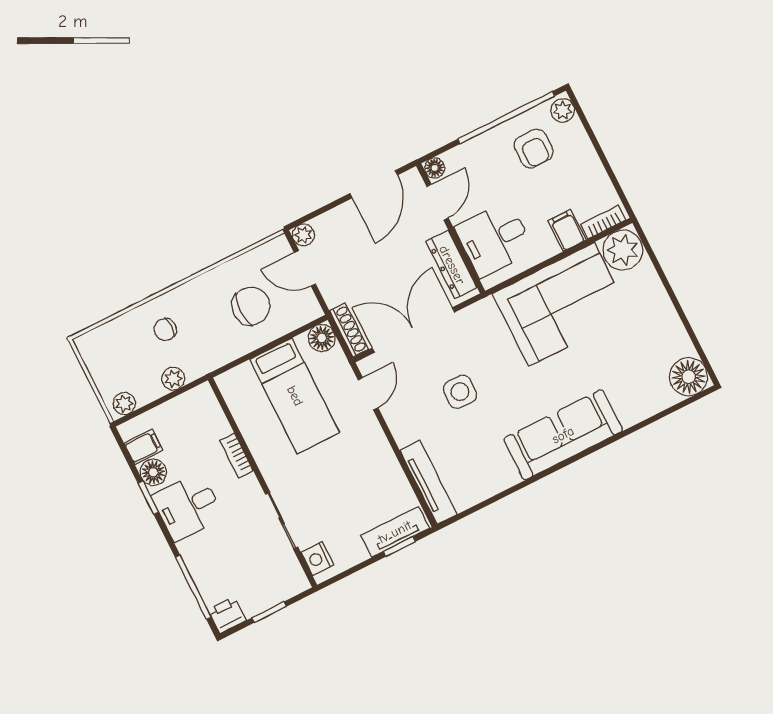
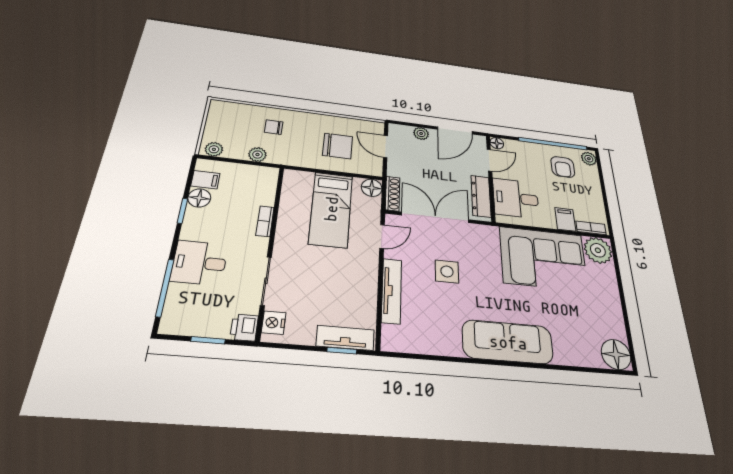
plant: (303, 235) -> (421, 133), moved
tv unit: (428, 482) -> (392, 291), moved
desk: (188, 507) -> (199, 263), moved
printer: (227, 615) -> (244, 327), moved, turned -90

